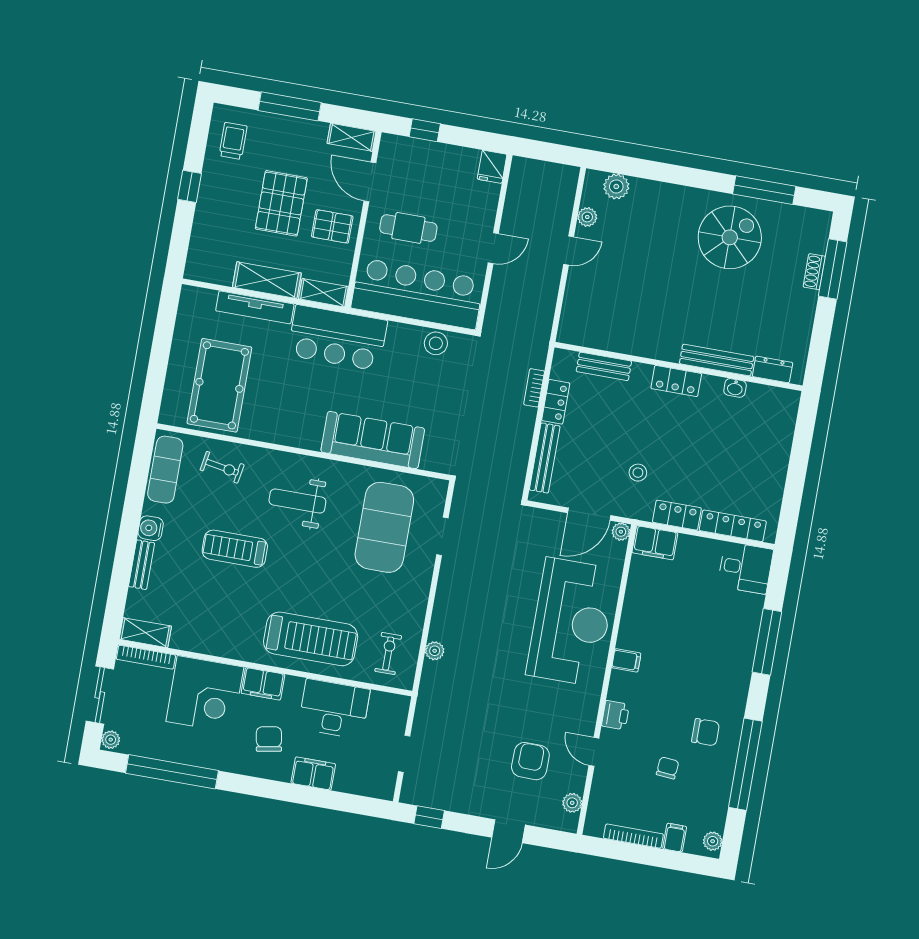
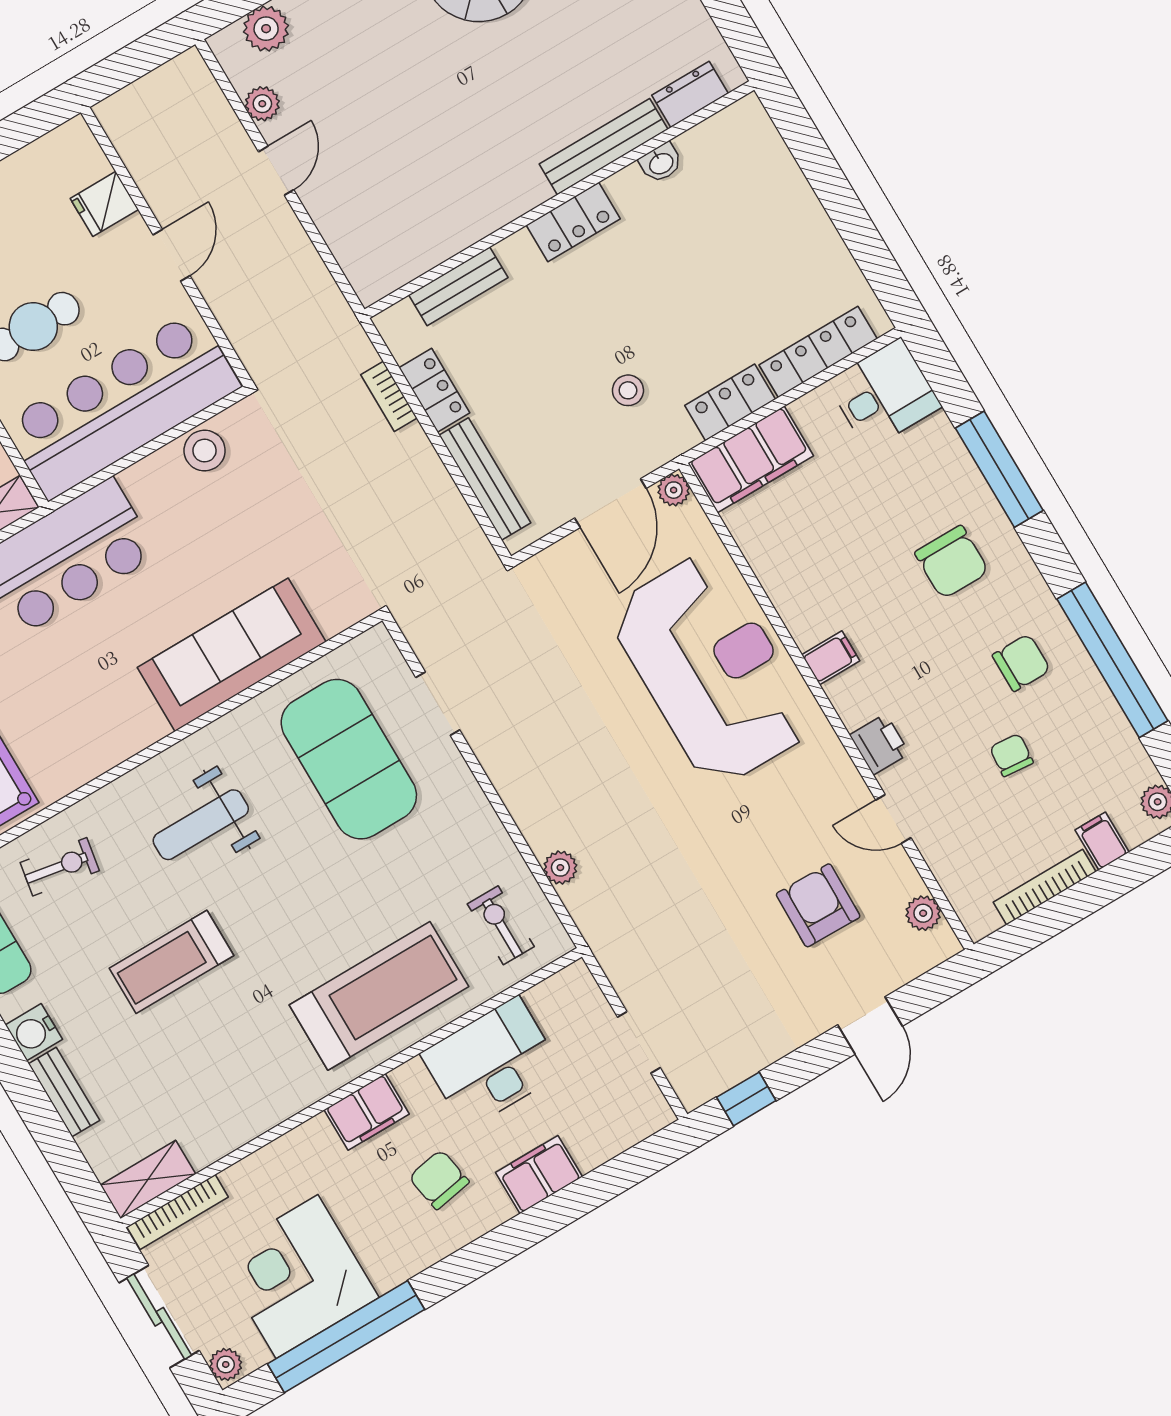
fridge: (492, 167) -> (104, 204), moved, turned 90
filing cabinet: (655, 543) -> (751, 459), width x1.50, depth x1.17
chair: (713, 664) -> (952, 562), added
corner desk: (205, 694) -> (297, 1277), moved, turned 180

